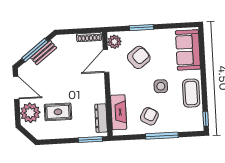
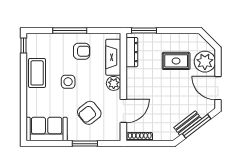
plant: (114, 42) -> (114, 83), moved
sofa: (188, 50) -> (47, 129), moved, turned -90
armchair: (149, 116) -> (82, 51), turned -119

